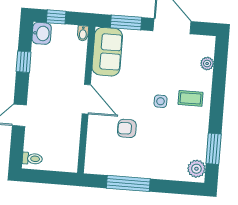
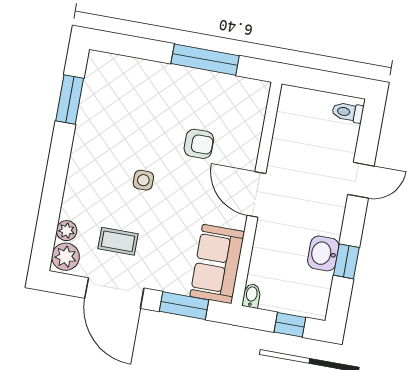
washbasin: (42, 33) -> (323, 253), moved
coffee table: (191, 98) -> (118, 241), moved
plant: (196, 169) -> (66, 257), moved

